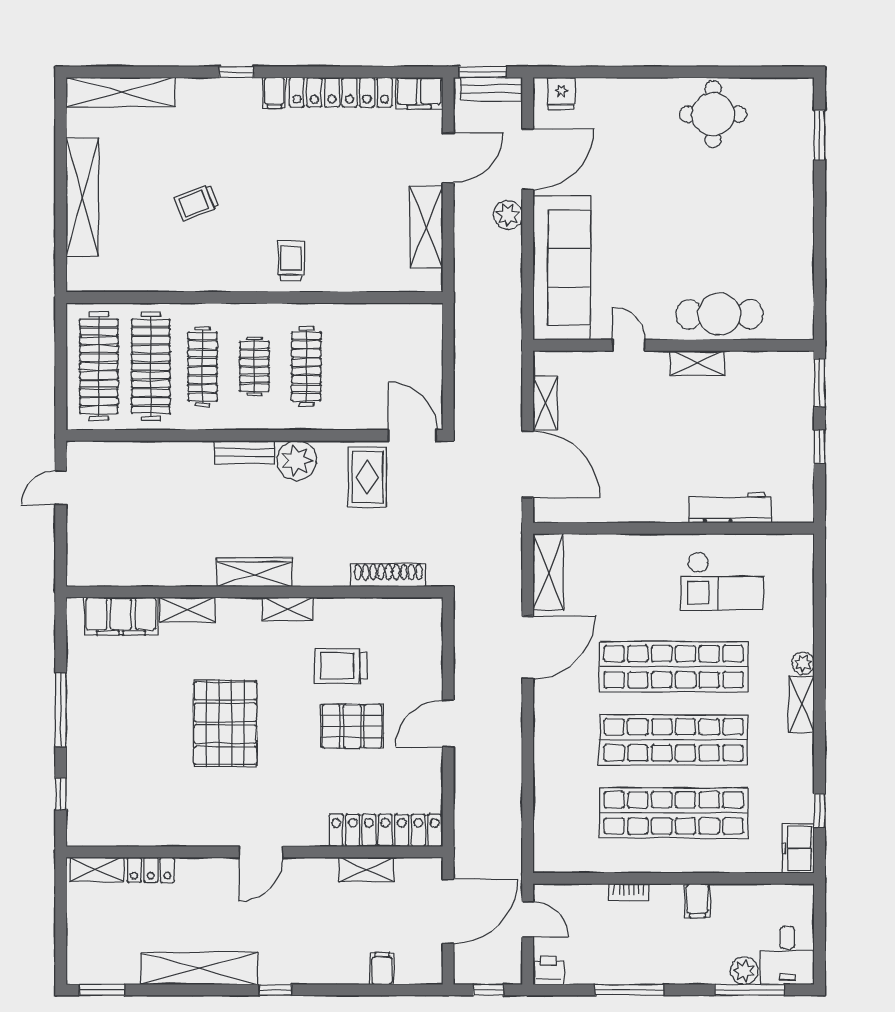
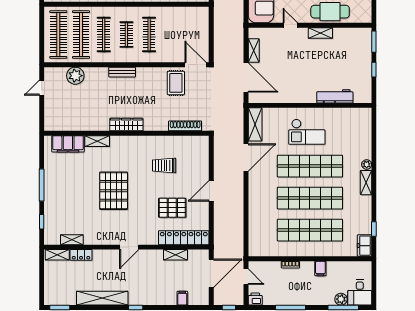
plant: (297, 461) -> (75, 76), moved
checkout: (722, 581) -> (307, 132), moved
shelving: (288, 609) -> (72, 240), moved
pallet: (352, 726) -> (172, 208), moved

